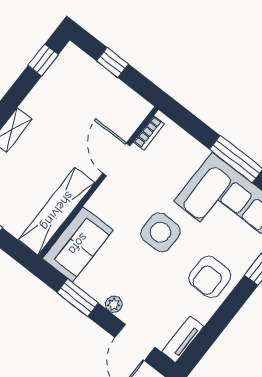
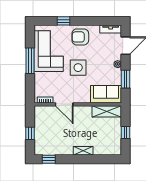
door: (116, 159) -> (64, 104), hinge flipped
shelving: (57, 211) -> (107, 111), width x0.68
armchair: (210, 277) -> (80, 37), turned 180

